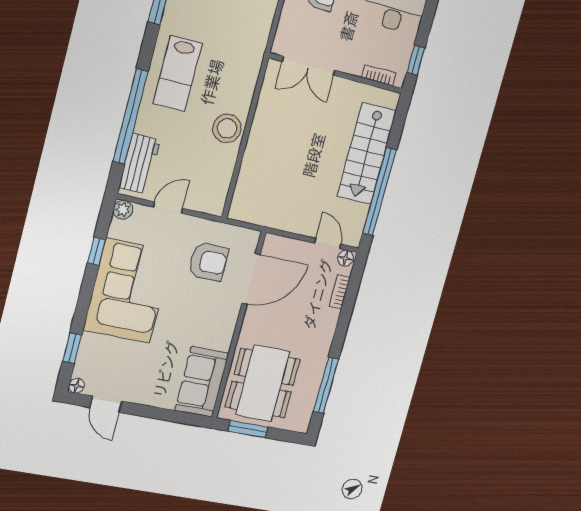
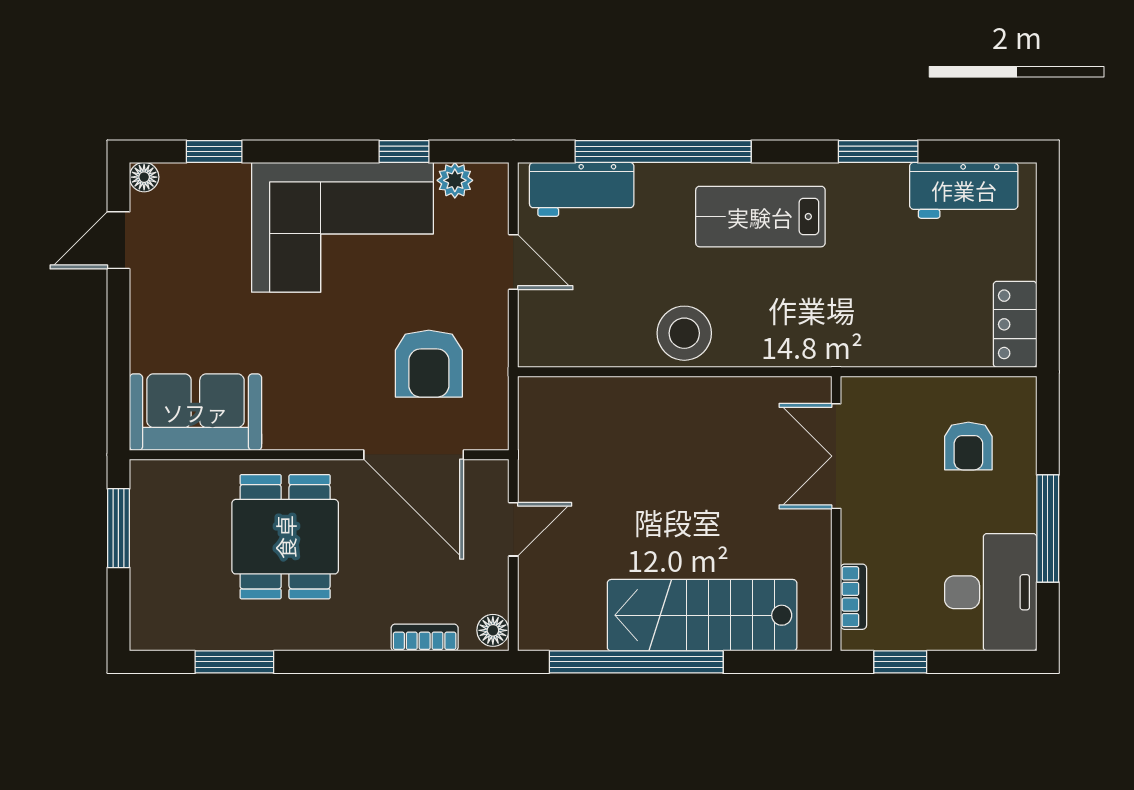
plant: (123, 210) -> (455, 180), moved
door: (328, 244) -> (513, 529), moved
dining table: (263, 383) -> (285, 537), moved, width x0.73
window: (326, 385) -> (234, 662), width x0.69

